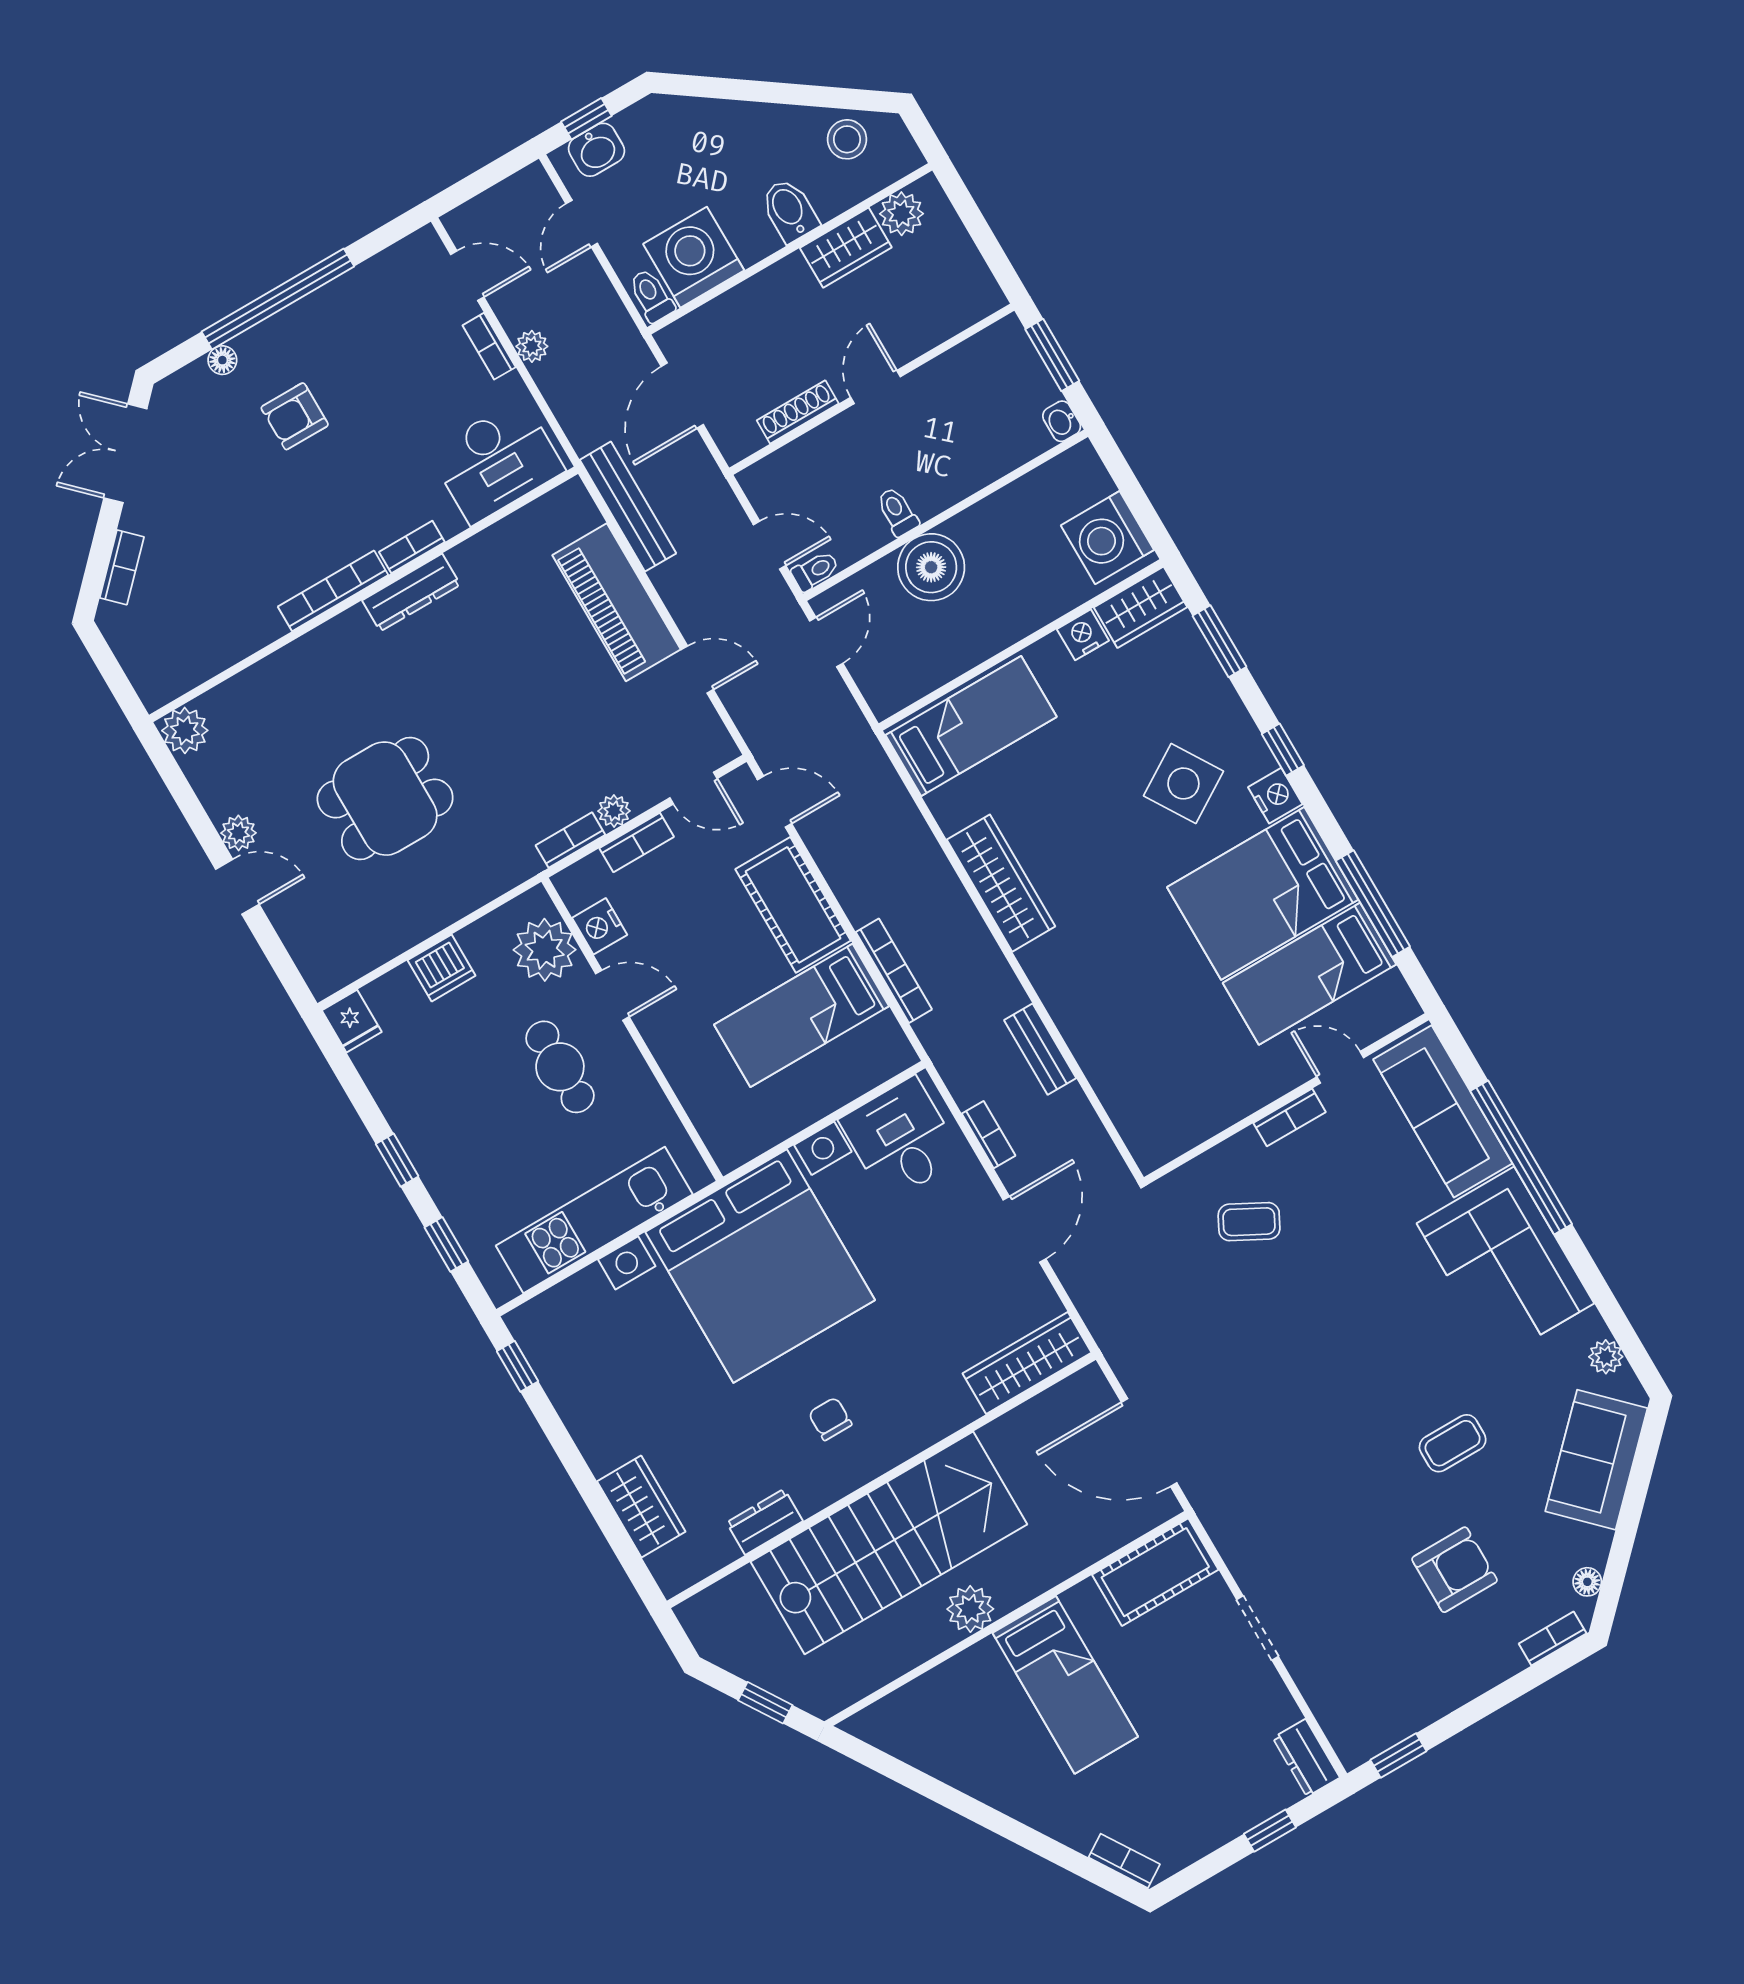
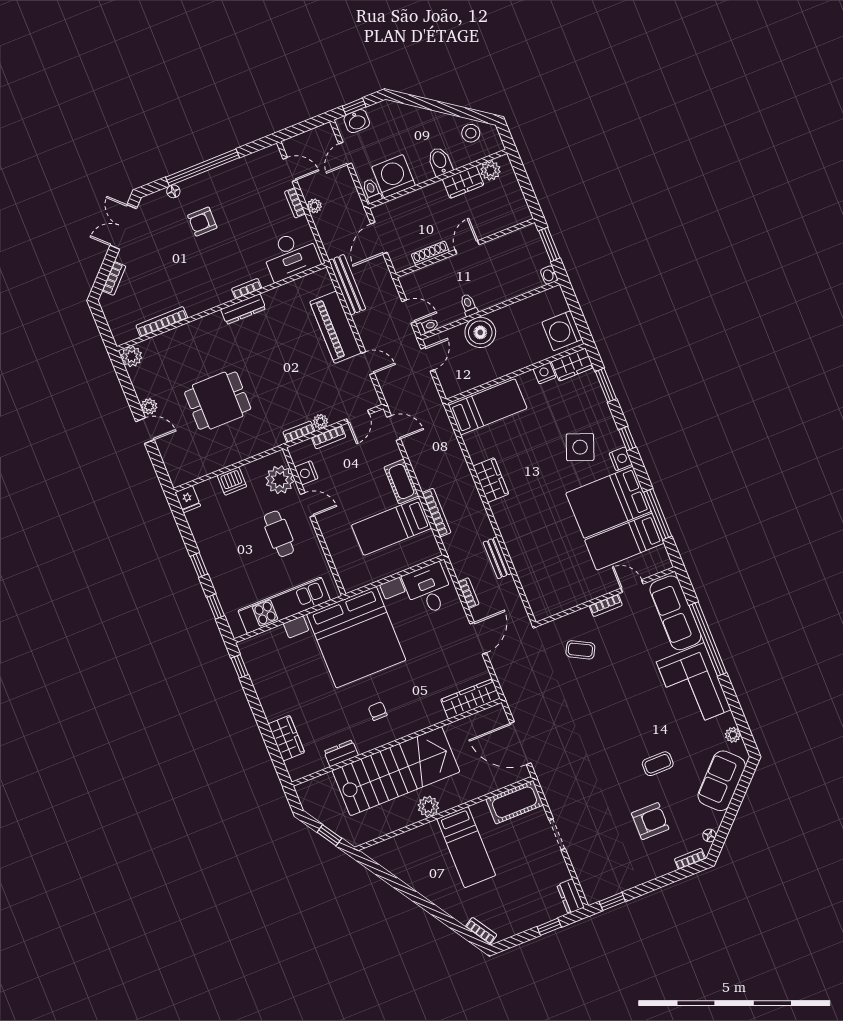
bookcase: (333, 591) -> (162, 322), moved
side table: (1183, 783) -> (580, 447), turned -37
door: (693, 788) -> (358, 417), hinge flipped
wardrobe: (1001, 883) -> (491, 480), width x0.67
cot: (793, 905) -> (401, 482), width x0.73, depth x0.75

